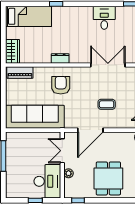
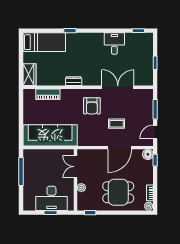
piano: (20, 73) -> (48, 94), moved
armchair: (61, 85) -> (92, 106), moved, turned 180
door: (90, 130) -> (120, 148), moved
dining table: (108, 178) -> (118, 192), turned 90
desk: (47, 181) -> (51, 198), moved, turned 90

